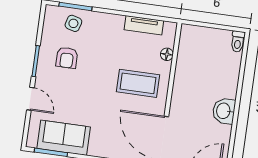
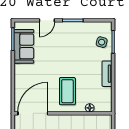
tv unit: (144, 25) -> (107, 74), moved
armchair: (67, 58) -> (78, 41), removed

